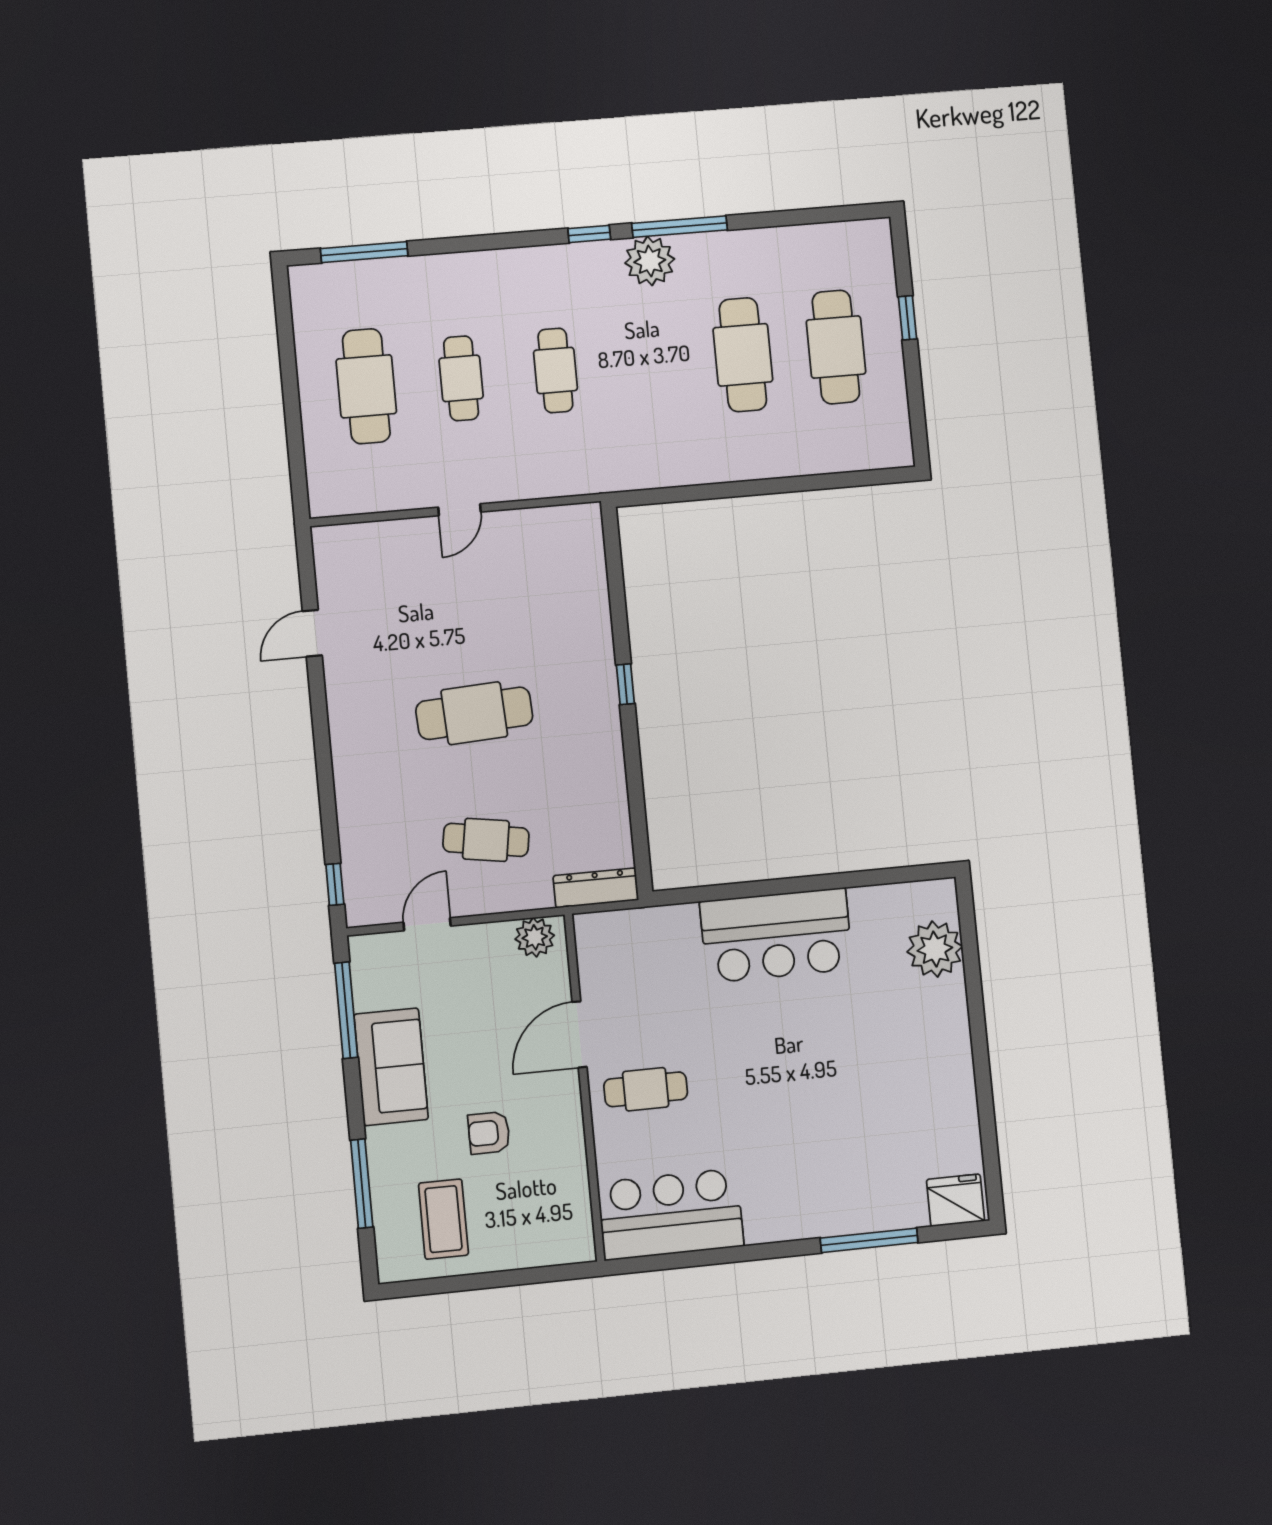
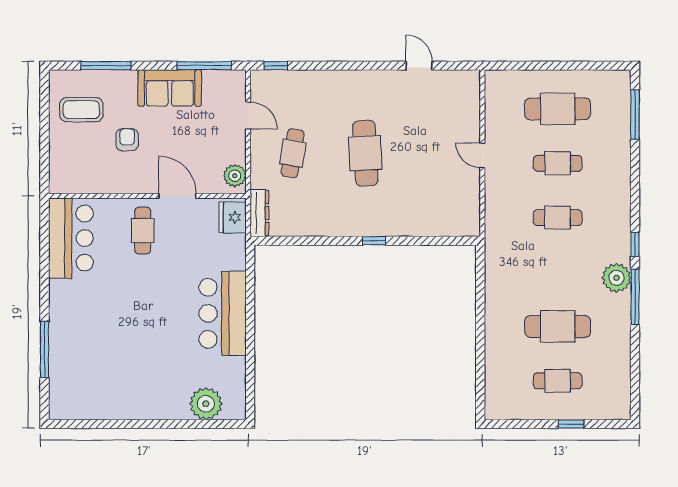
cafe table: (836, 347) -> (558, 381), width x0.73, depth x0.74
fridge: (956, 1200) -> (233, 217), moved, turned 180

